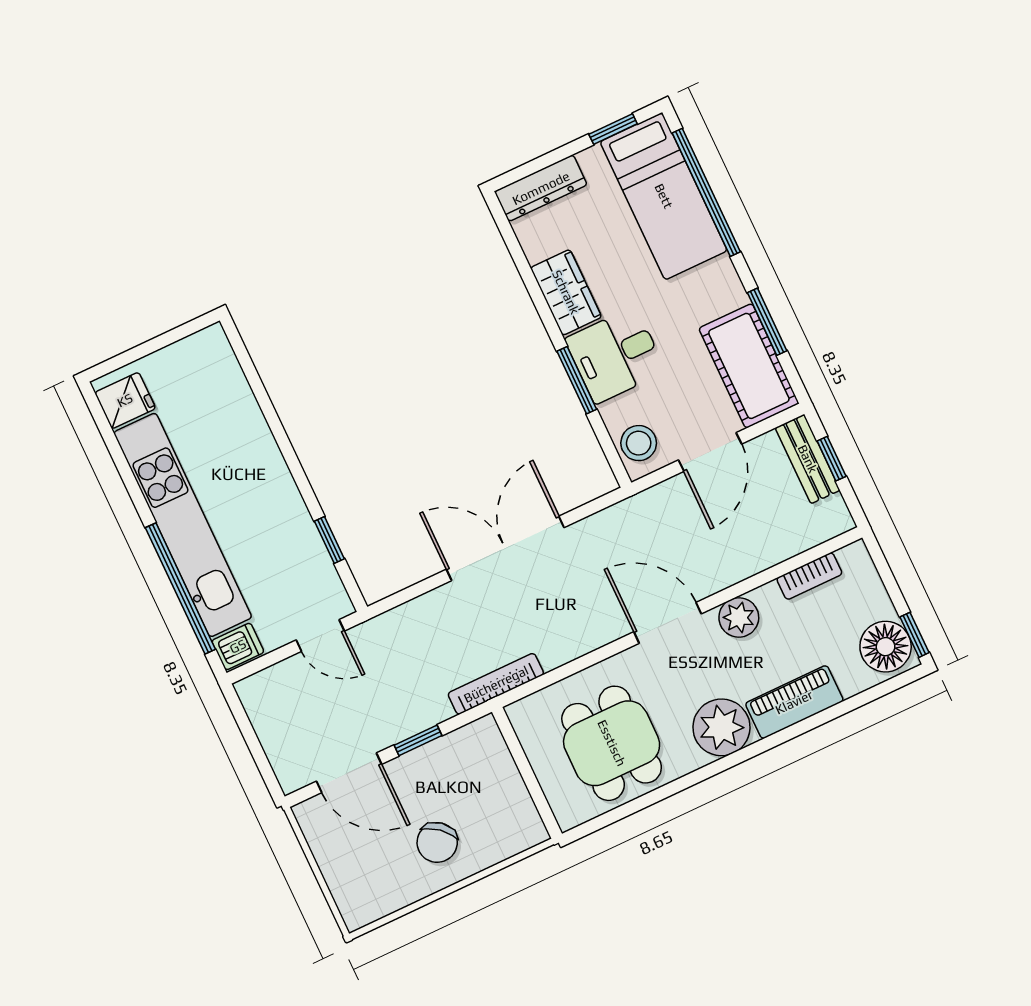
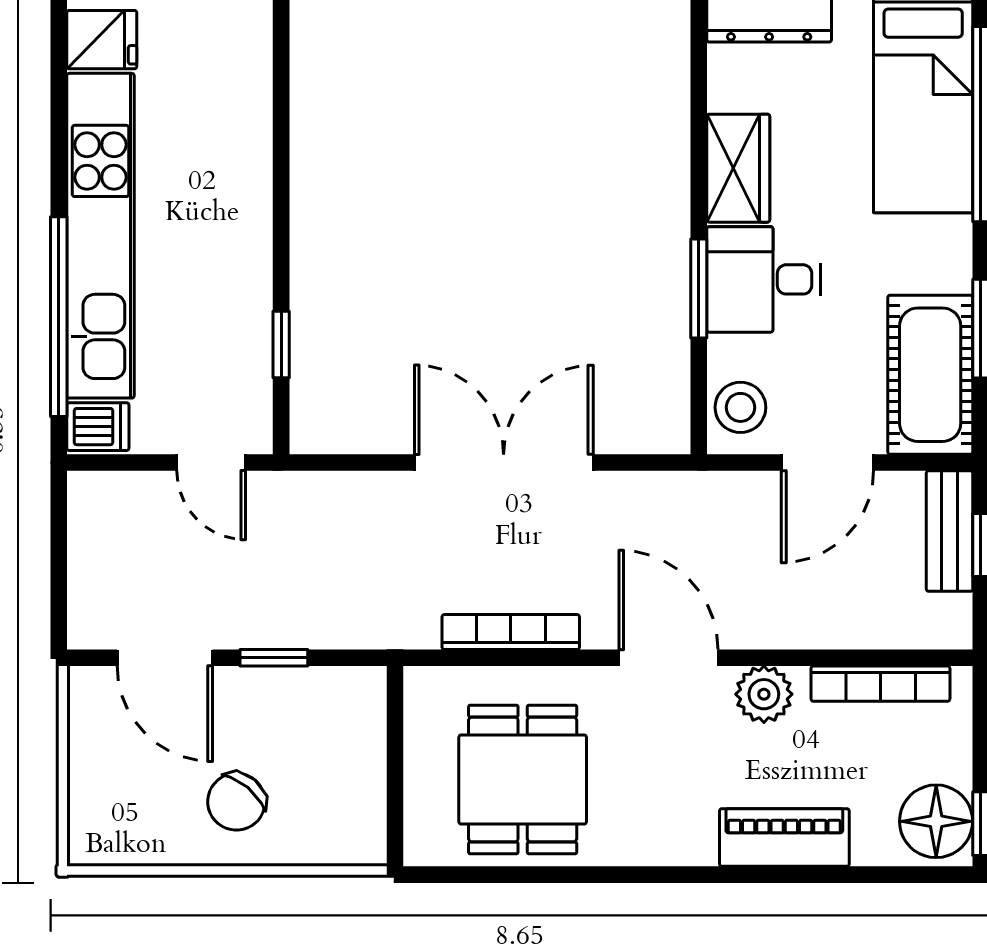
bookcase: (809, 576) -> (880, 684), width x1.56
bookcase: (496, 684) -> (511, 632), moved
plant: (721, 727) -> (675, 826), removed

